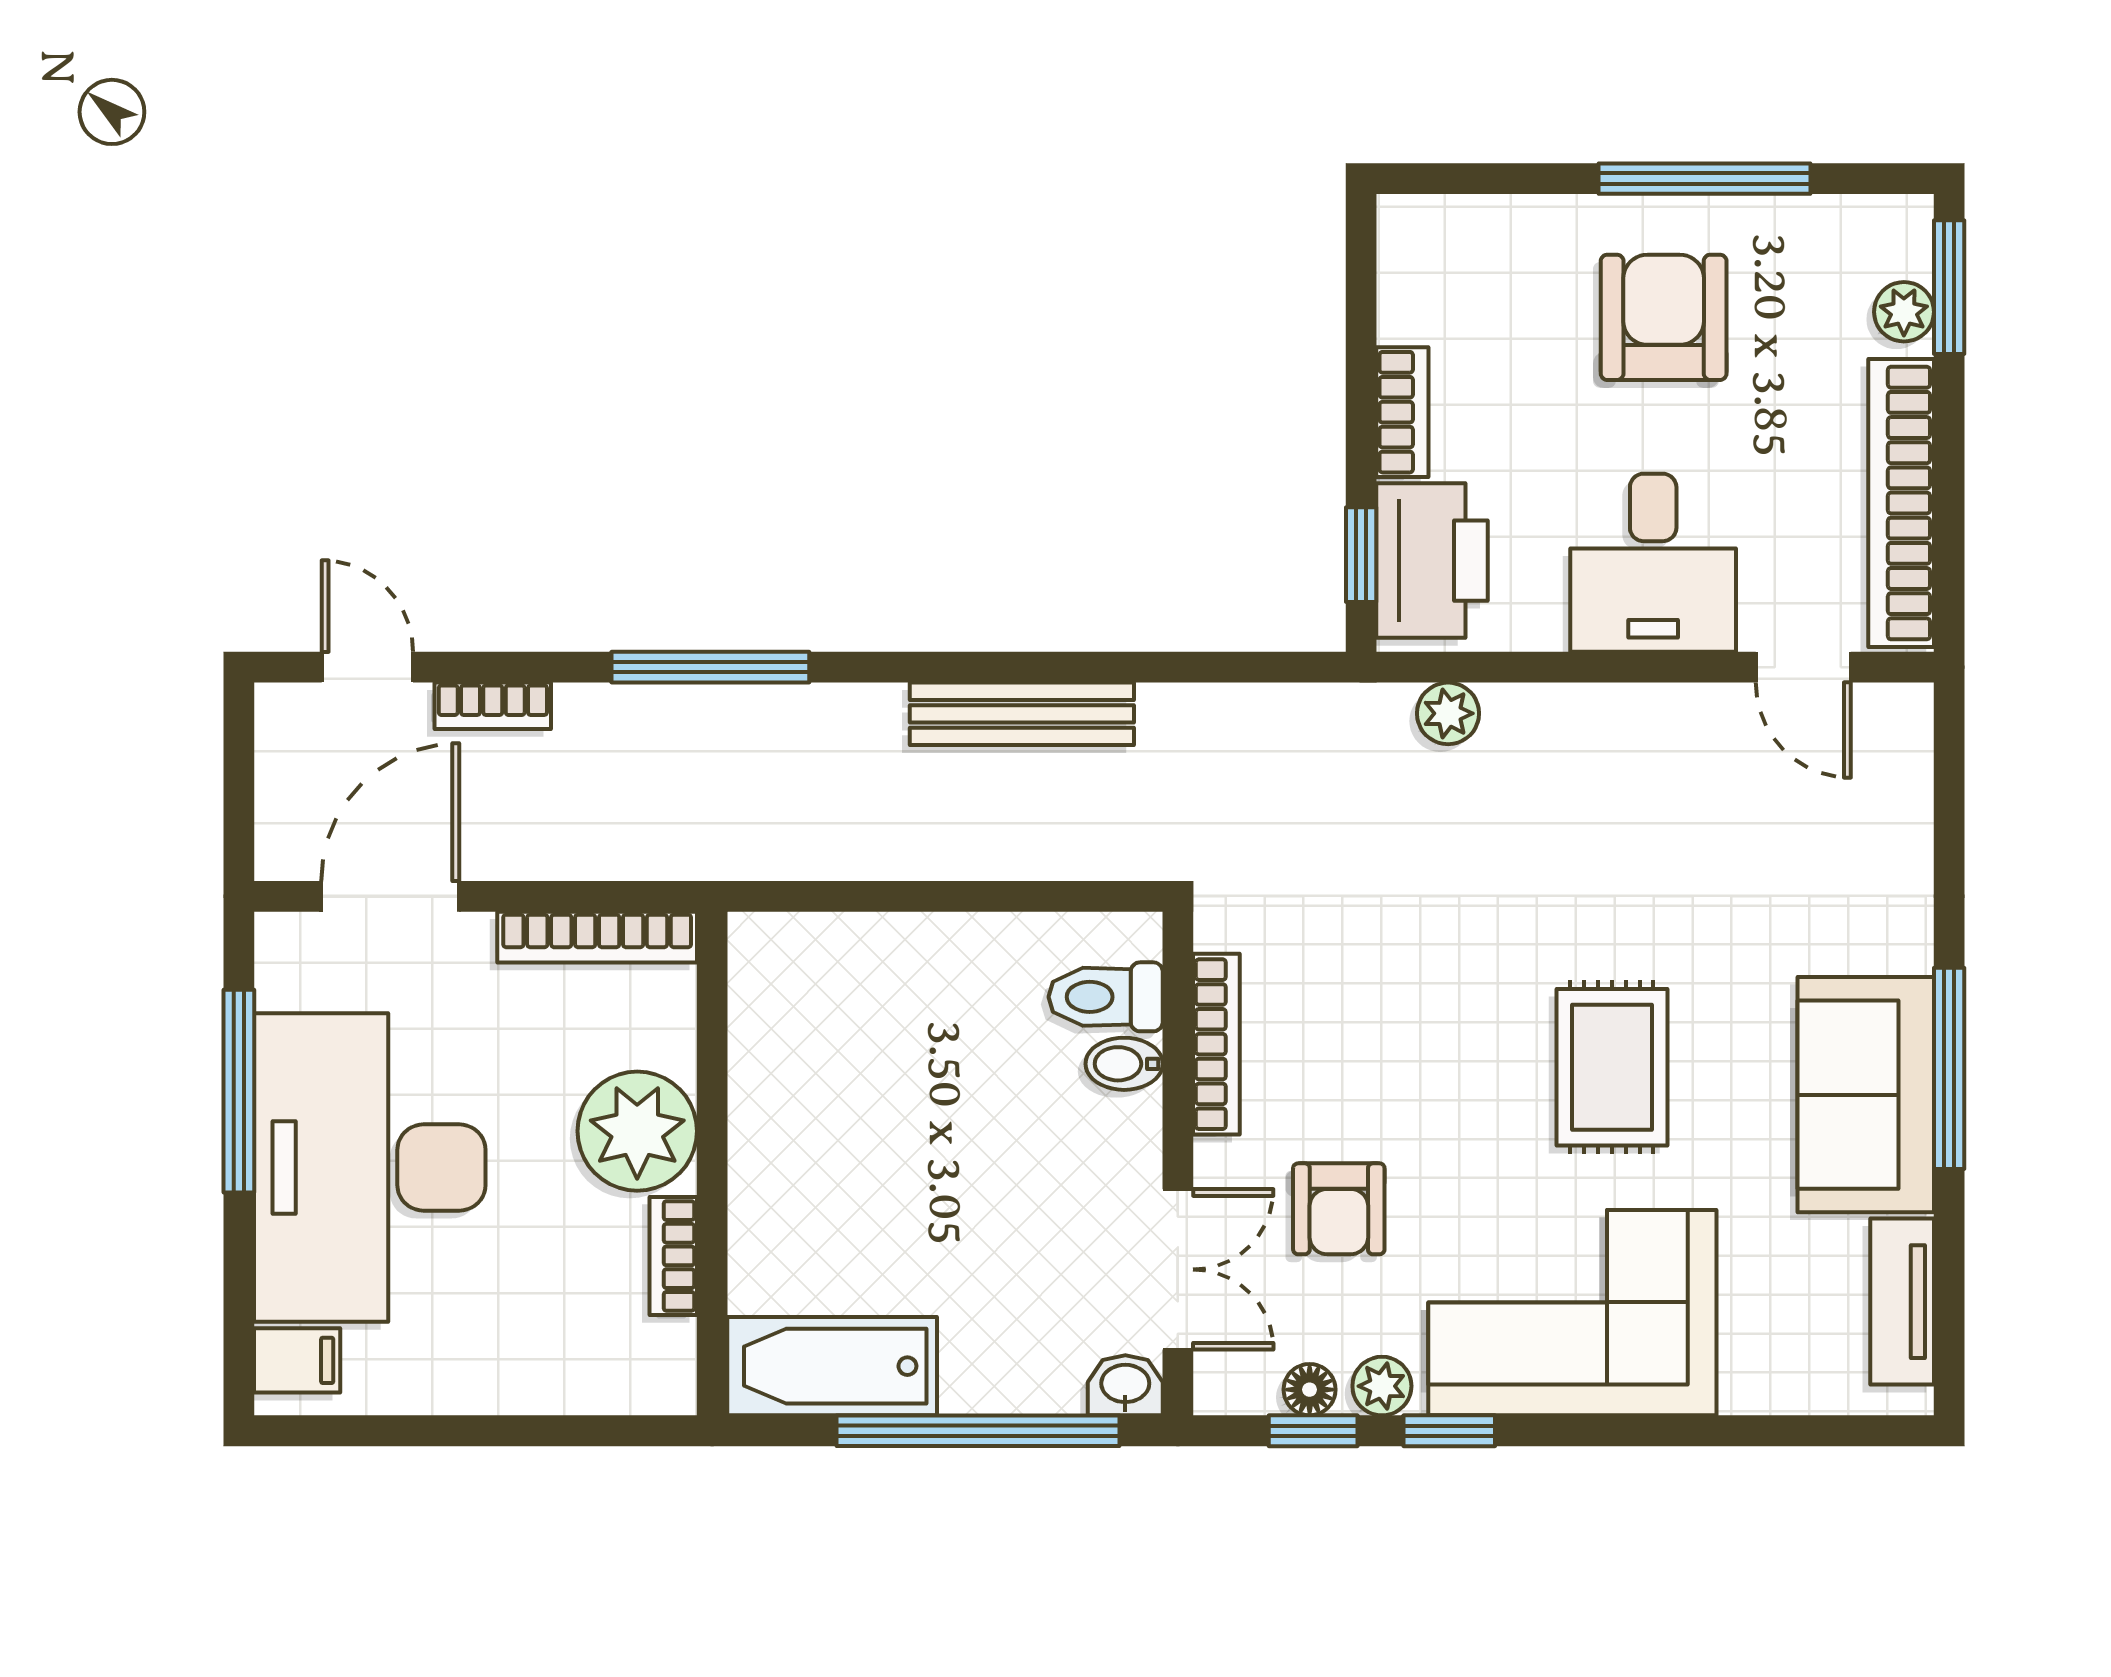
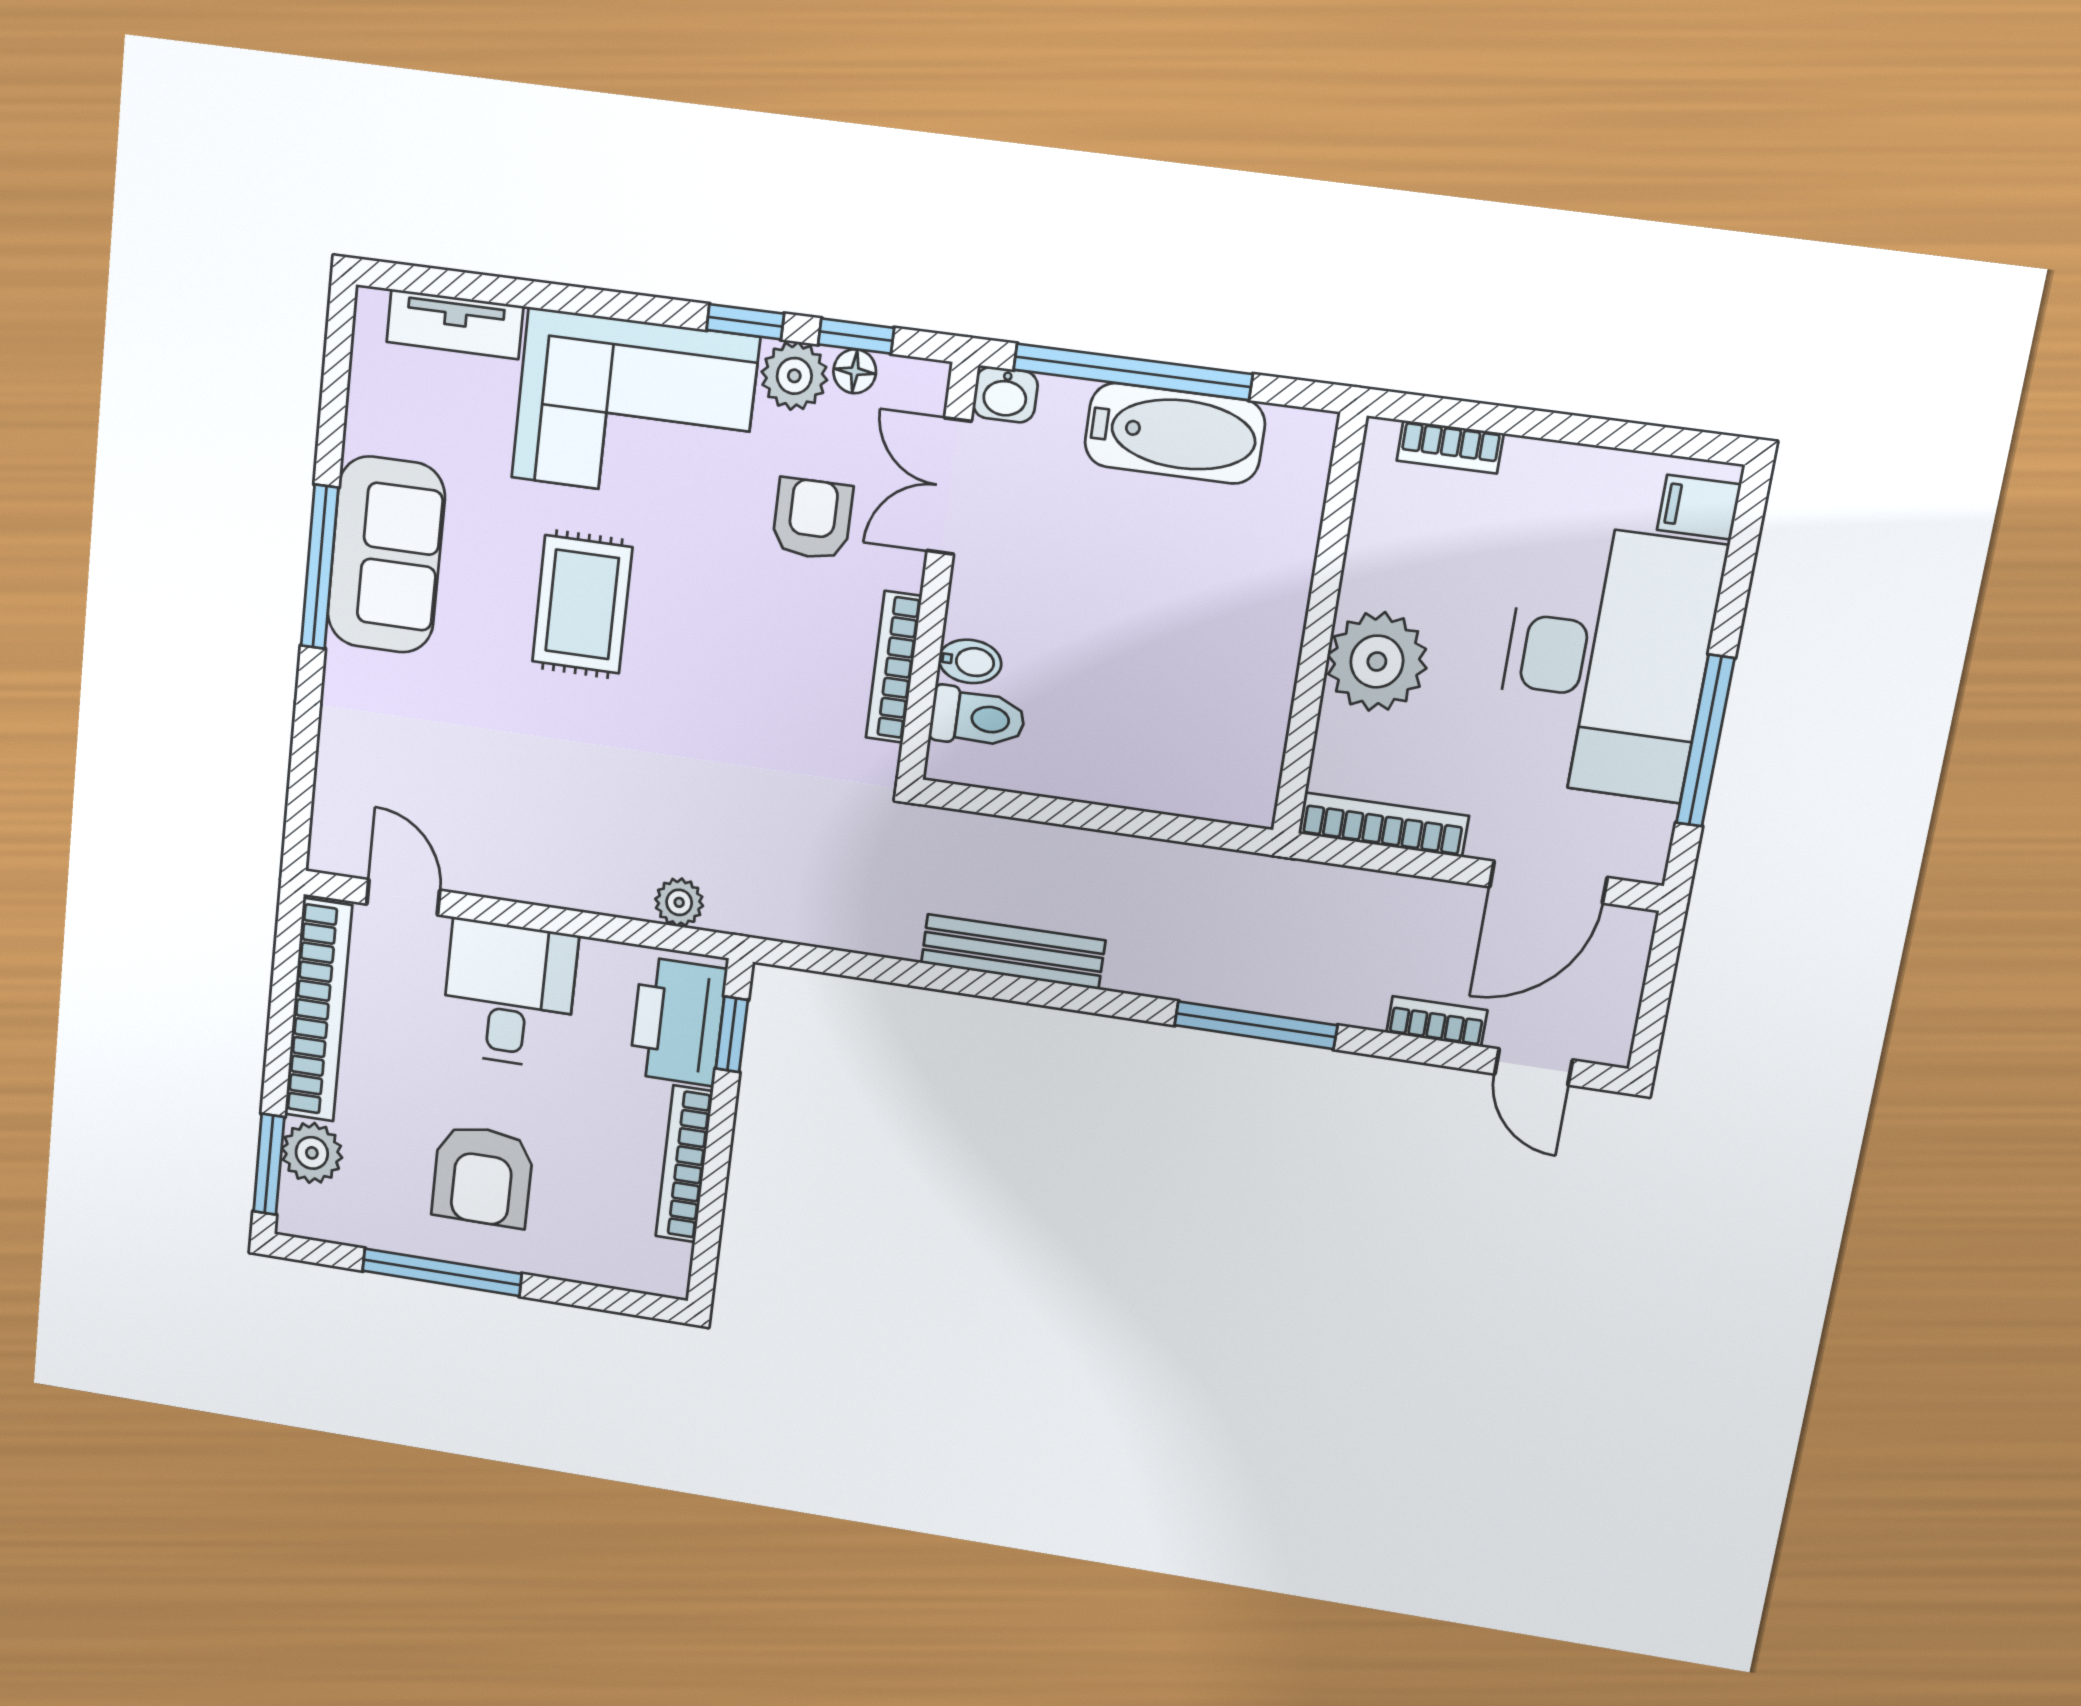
plant: (1904, 312) -> (312, 1153), width x1.38, depth x1.38
bookcase: (1402, 412) -> (684, 1164), width x1.56
bookcase: (673, 1256) -> (1450, 447), moved, turned 90
tv unit: (1902, 1302) -> (455, 324), moved, turned 90
bathtub: (832, 1366) -> (1175, 433), moved
plant: (1382, 1386) -> (794, 376), width x1.38, depth x1.38

